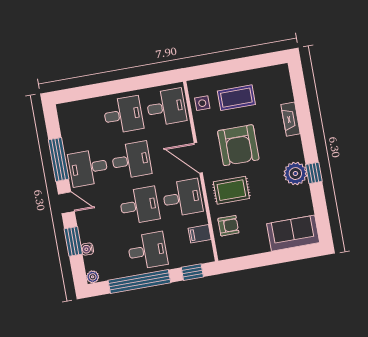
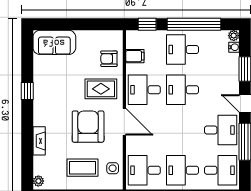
desk: (131, 160) -> (221, 170), moved, turned 180
plant: (295, 174) -> (38, 181), moved, width x0.53, depth x0.53
water cooler: (87, 249) -> (234, 47), moved

